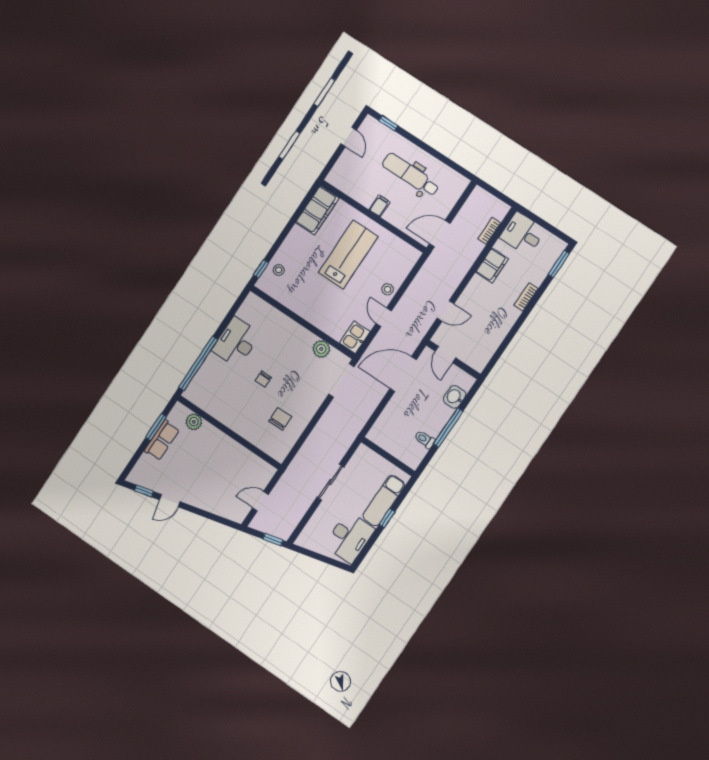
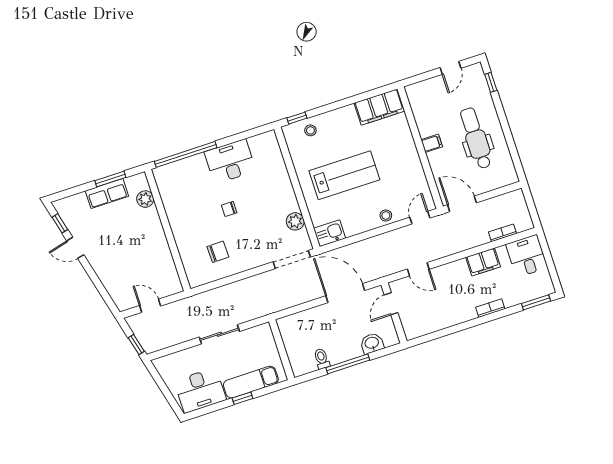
lab bench: (348, 255) -> (344, 175), moved
door: (384, 317) -> (420, 218), moved

